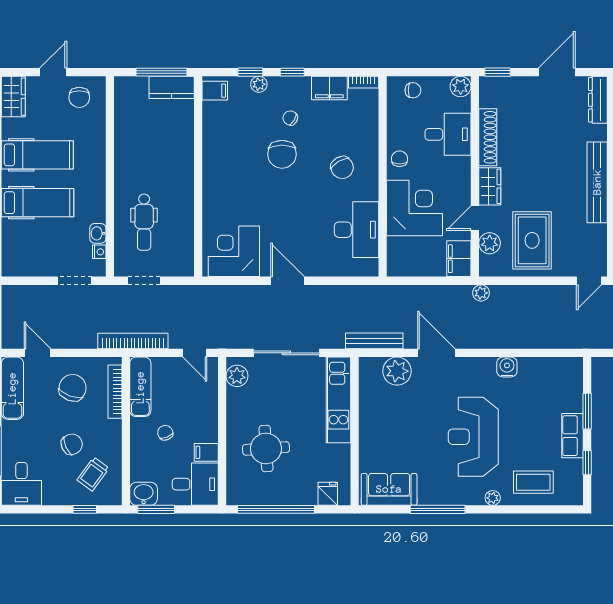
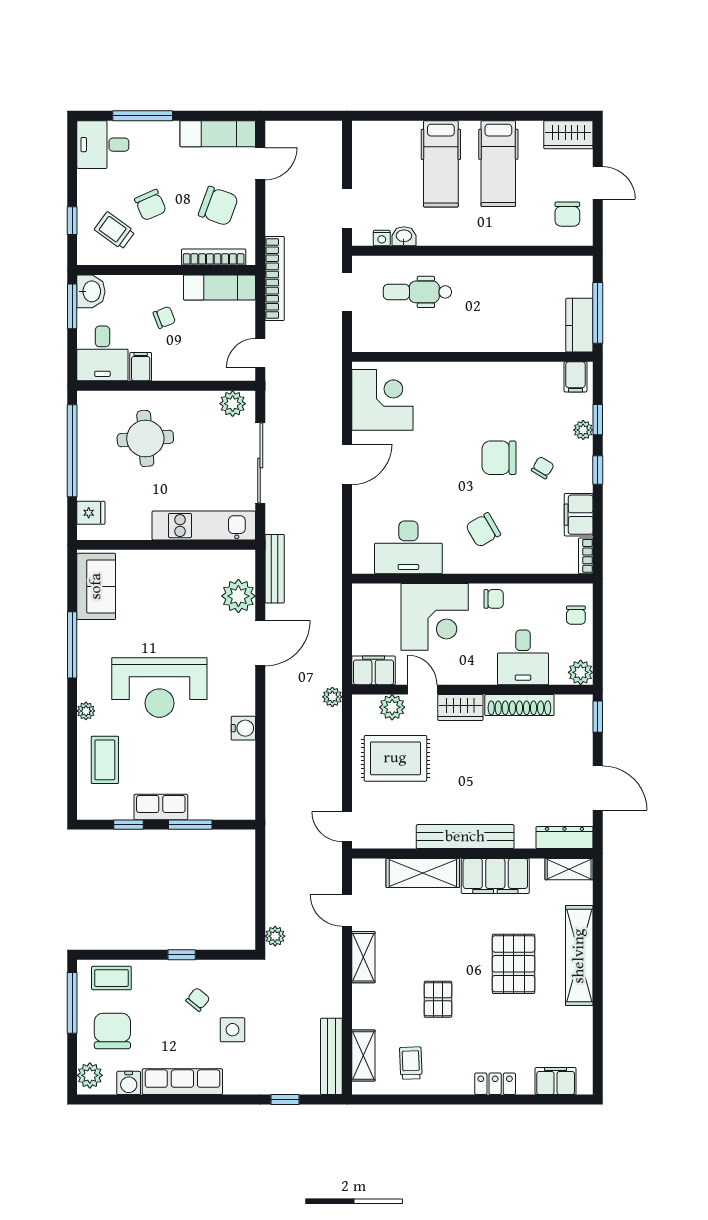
chair: (79, 97) -> (567, 214), turned -90
reception desk: (473, 437) -> (159, 688), turned 180

